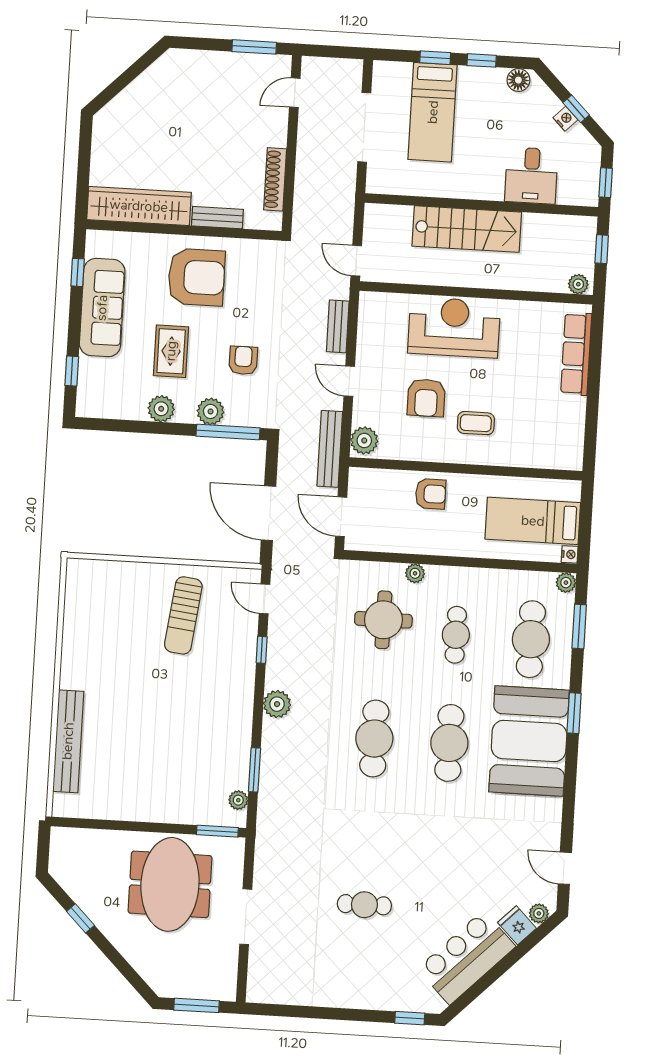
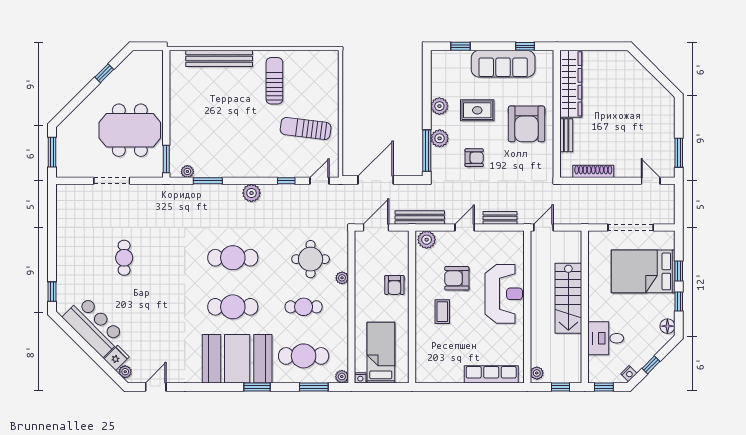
bed: (433, 112) -> (643, 271), width x1.50
nightstand: (565, 119) -> (629, 374), moved
sun lounger: (108, 659) -> (274, 81), added

